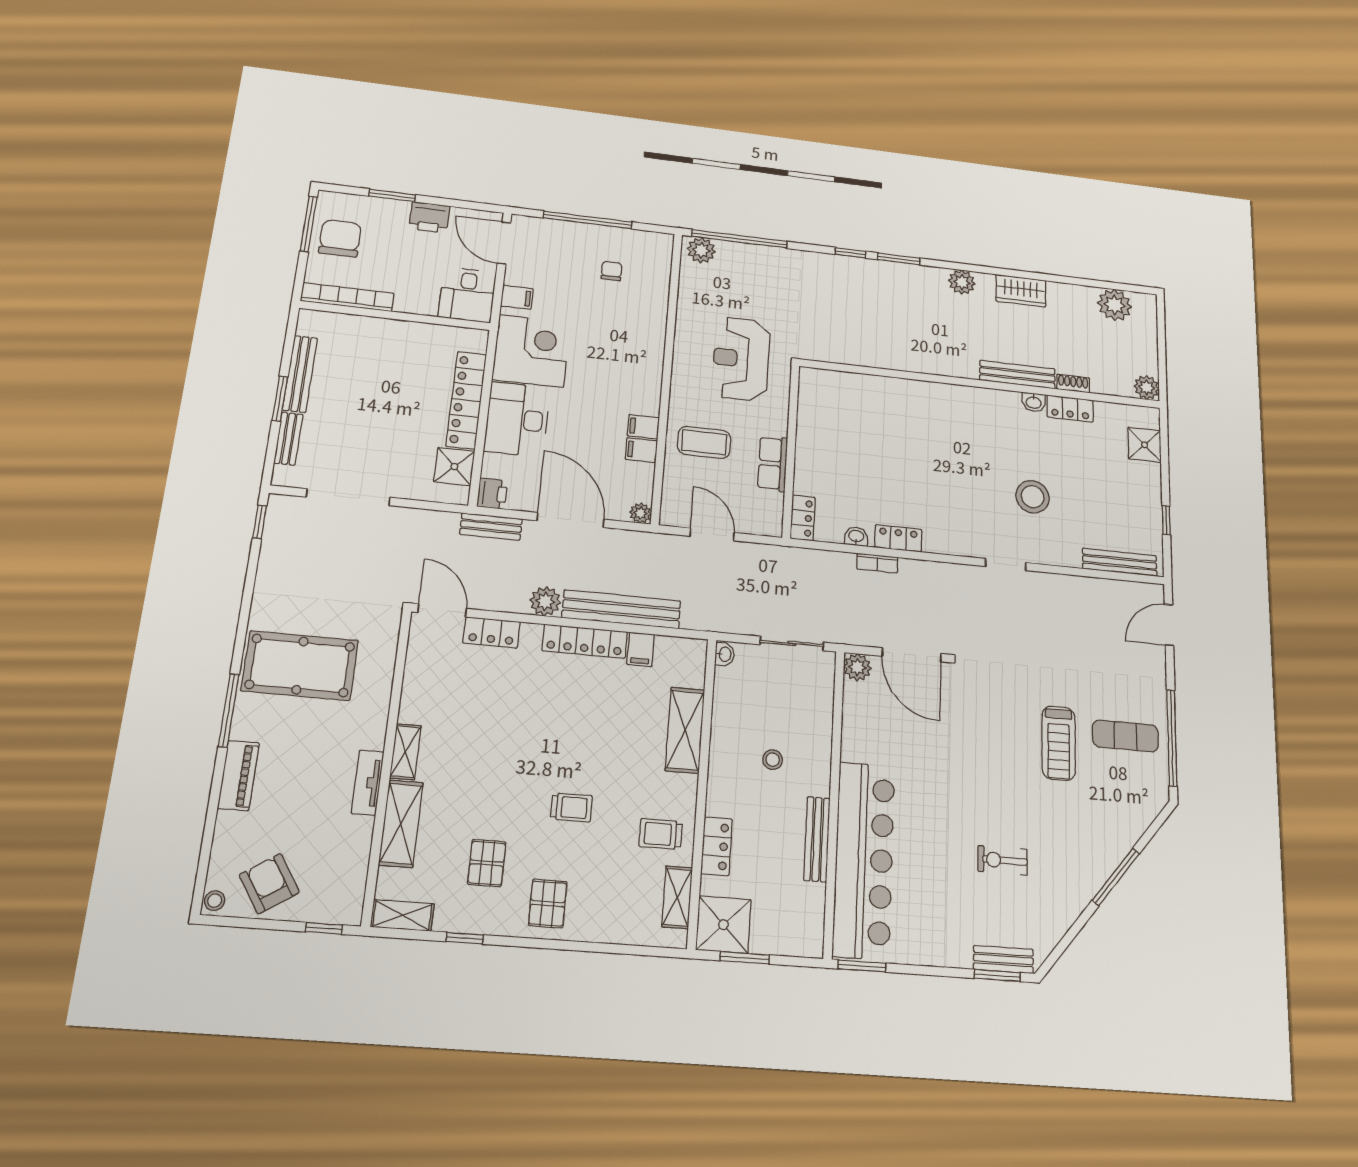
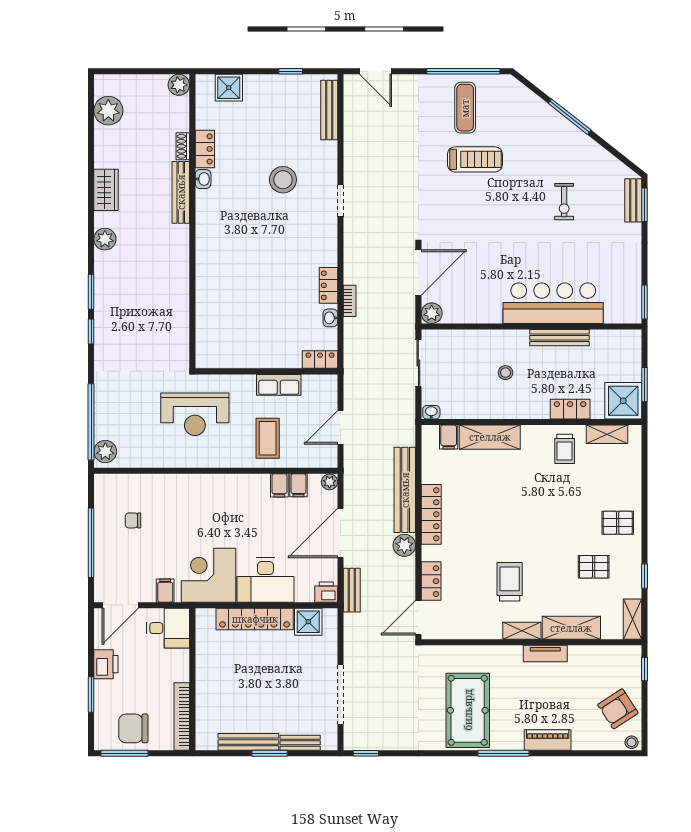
filing cabinet: (643, 427) -> (298, 485), moved
filing cabinet: (641, 649) -> (449, 437), moved, turned 90
trolley: (571, 807) -> (510, 582), moved, width x1.36, depth x1.39
bar counter: (864, 860) -> (553, 303), width x0.73

